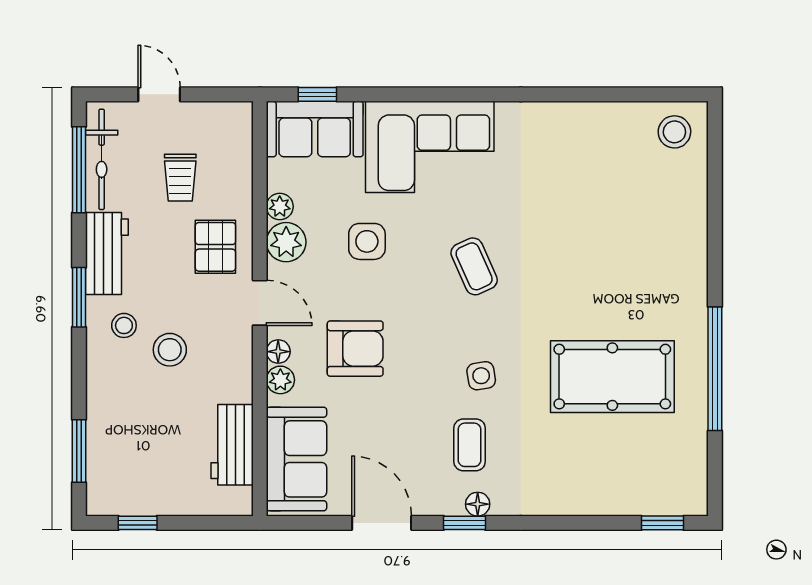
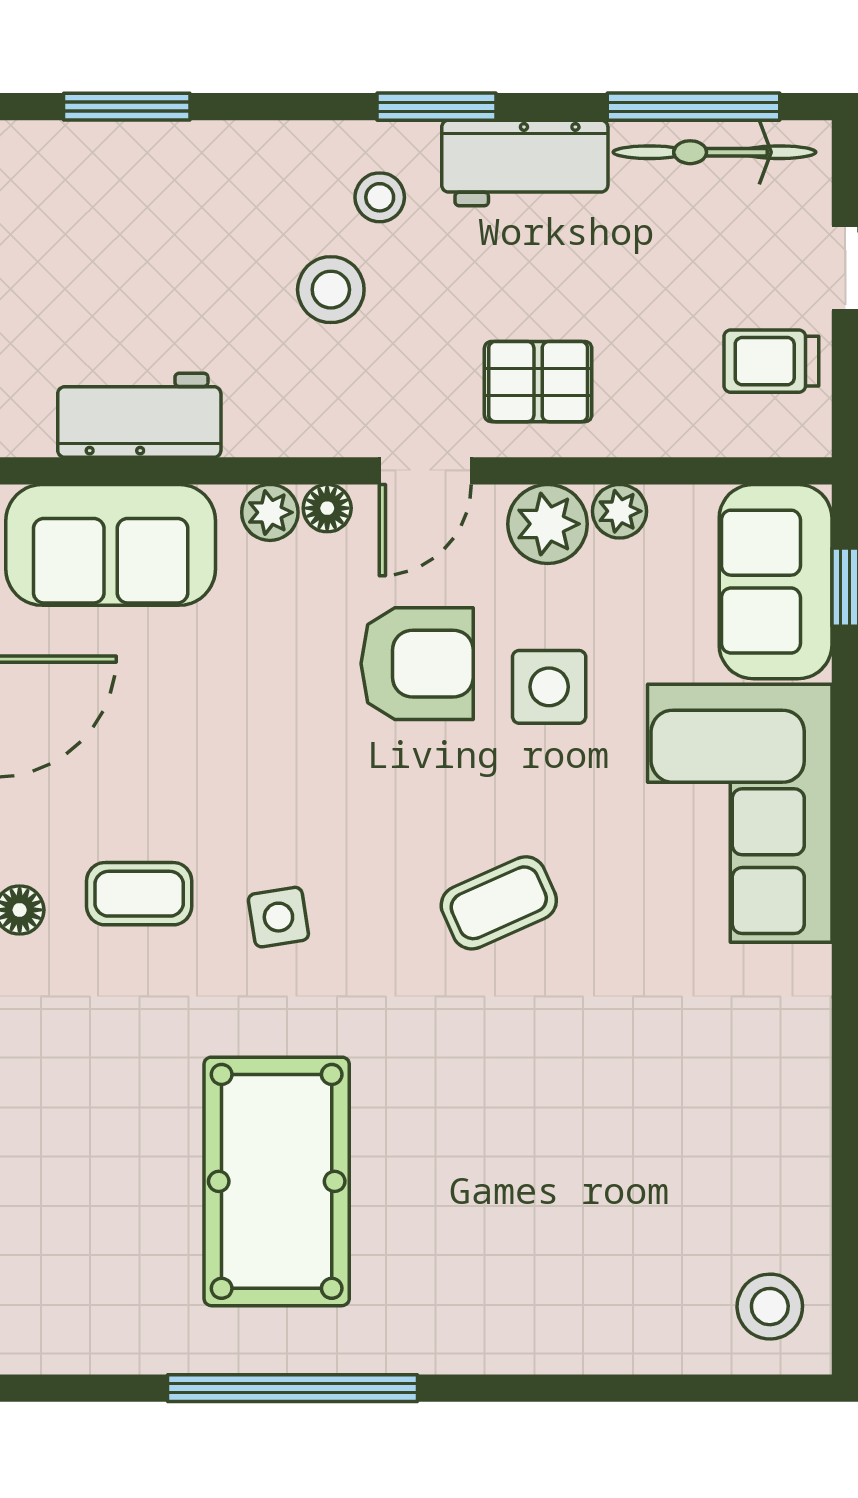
trolley: (180, 178) -> (771, 361), moved
armchair: (355, 349) -> (417, 664), moved, turned -90

